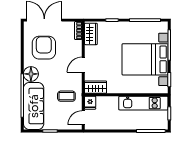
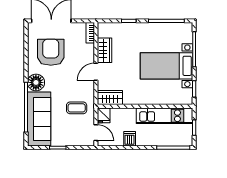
wardrobe: (91, 34) -> (105, 50), moved
bed with nightstands: (145, 59) -> (166, 66), width x0.73
door: (83, 118) -> (96, 133), swing flipped
dishwasher: (113, 123) -> (130, 139), added

